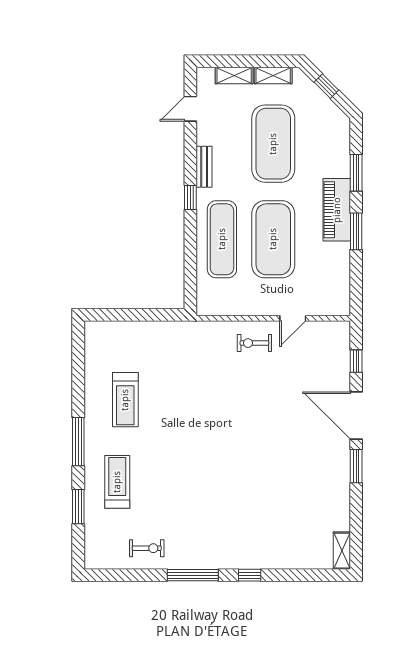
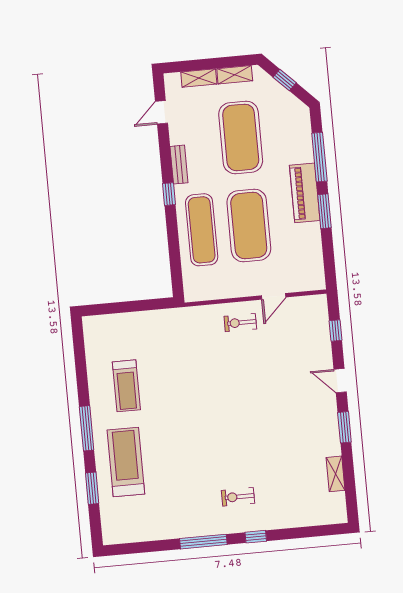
window: (356, 173) -> (319, 157), width x1.44
door: (356, 416) -> (340, 381), width x0.53
treadmill: (117, 482) -> (126, 462), width x1.37, depth x1.38
exercise bike: (147, 548) -> (238, 497), moved, turned 180
shelving: (342, 551) -> (336, 474), moved

